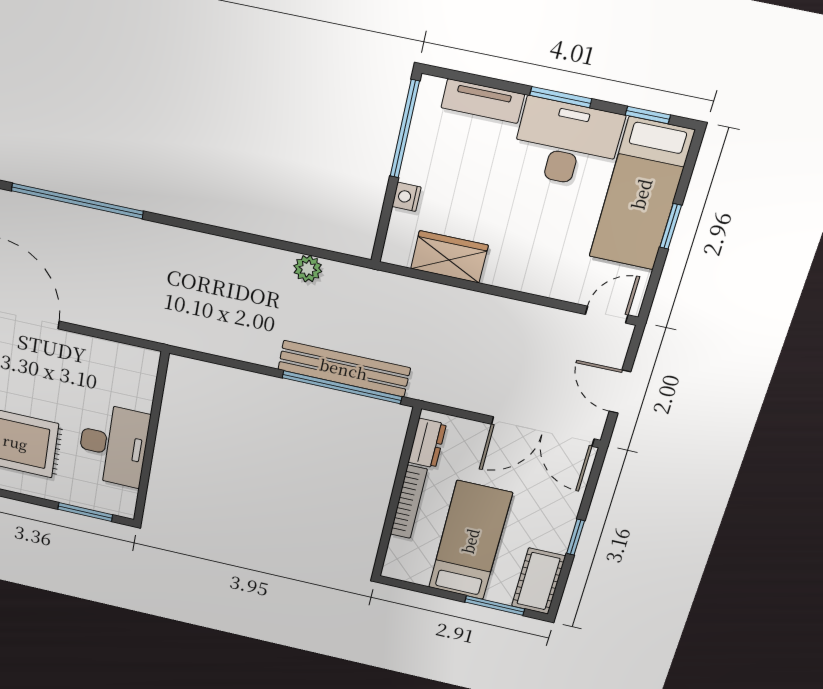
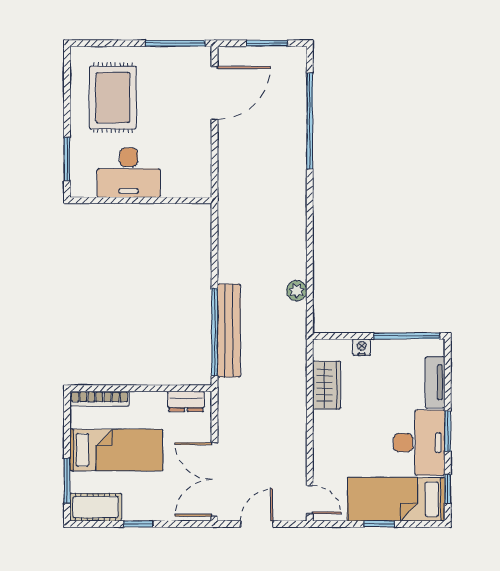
bookcase: (409, 502) -> (99, 399), moved

